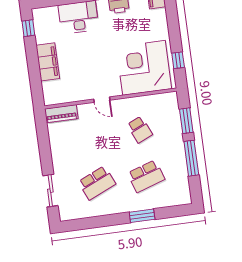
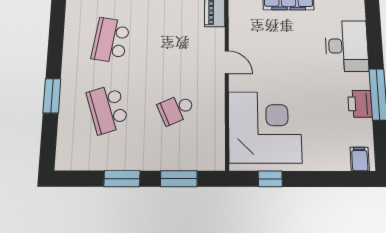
door: (102, 100) -> (227, 62), swing flipped
window: (191, 158) -> (122, 179), width x0.69
school desk: (97, 183) -> (111, 40), turned 33

